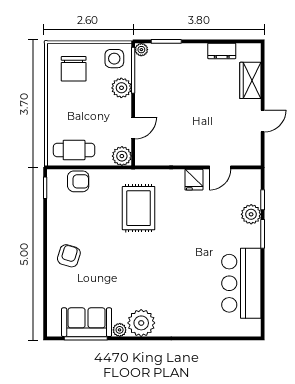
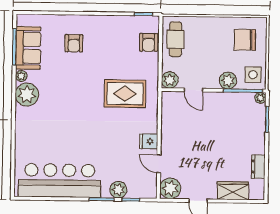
plant: (249, 153) -> (170, 188), added
armchair: (69, 256) -> (74, 43), moved, turned 73
bar counter: (241, 283) -> (60, 181), width x1.36

